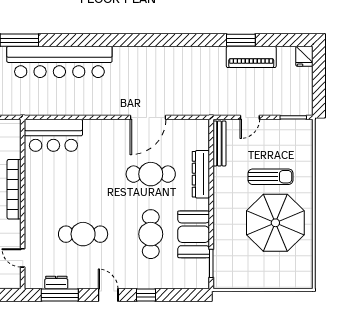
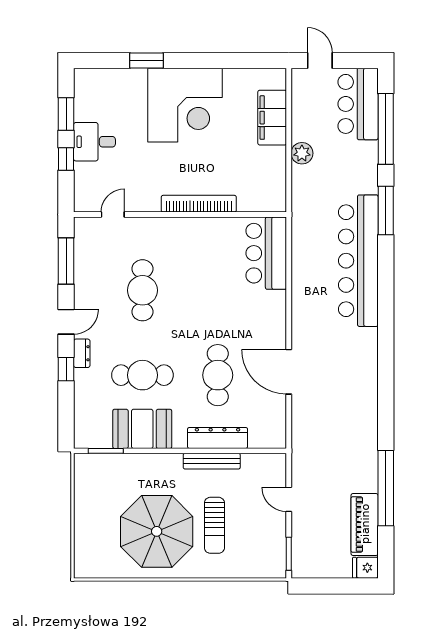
window: (241, 40) -> (386, 488), width x2.11
piano: (251, 57) -> (365, 524), moved
bench: (219, 143) -> (212, 461), moved
dresser: (56, 283) -> (82, 353), moved

